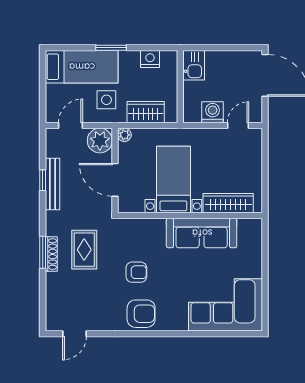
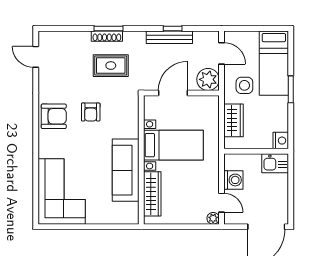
nightstand: (150, 59) -> (281, 141), moved
plant: (124, 135) -> (213, 218), moved
armchair: (141, 314) -> (54, 116), turned -90

